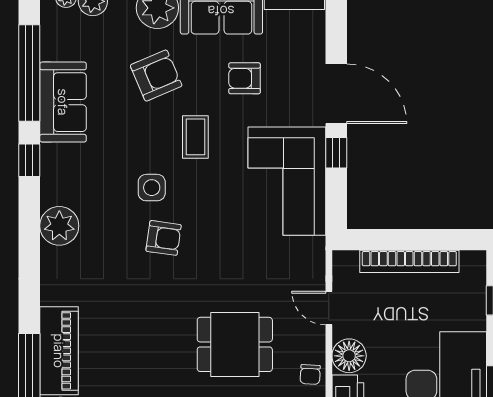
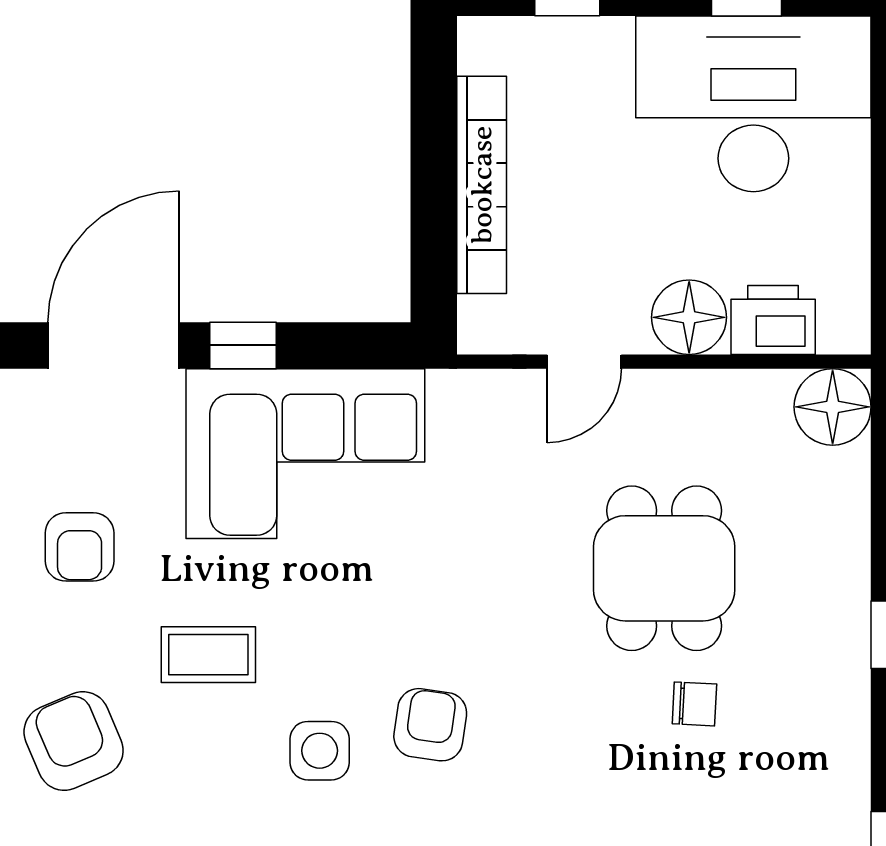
chair: (310, 374) -> (694, 704), moved

